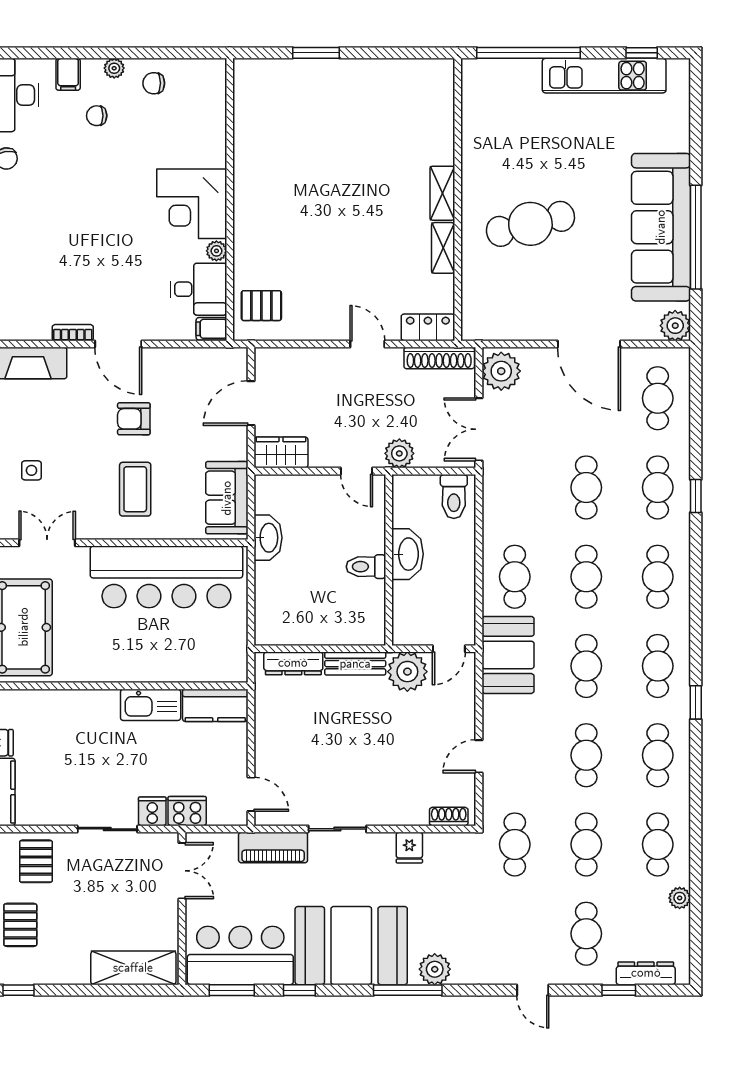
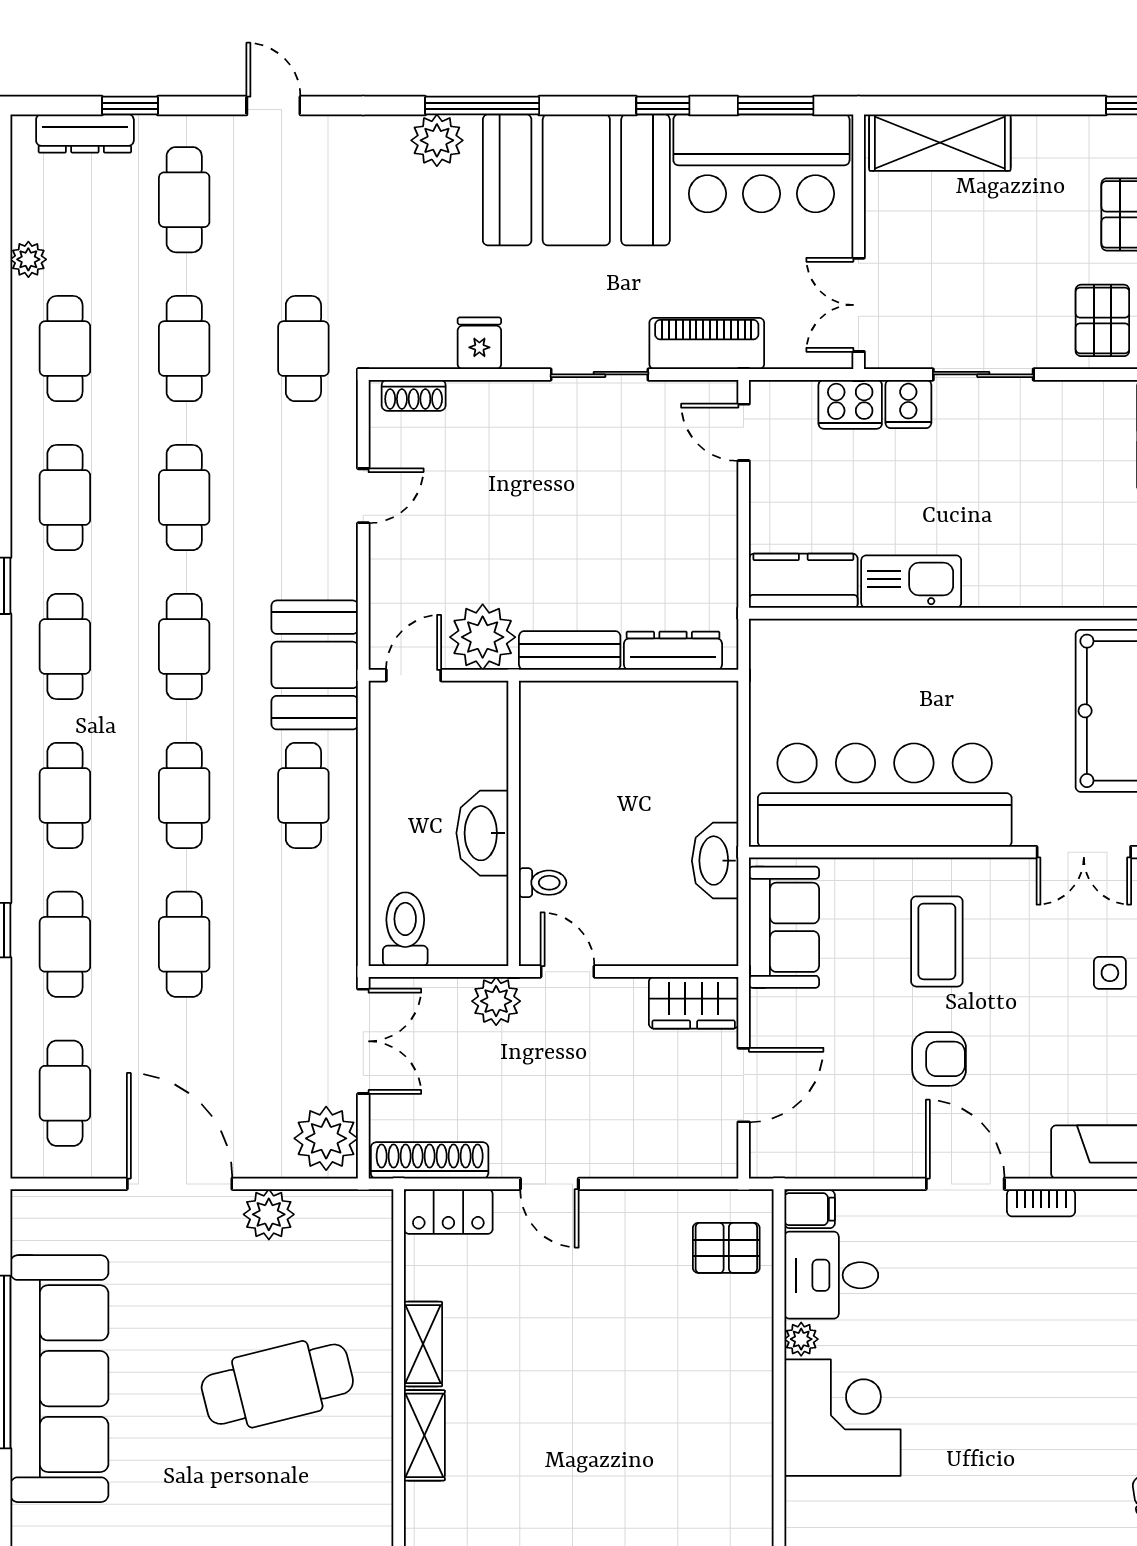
plant: (675, 326) -> (269, 1214), moved
toilet: (366, 567) -> (543, 883), moved, width x0.73, depth x0.72

